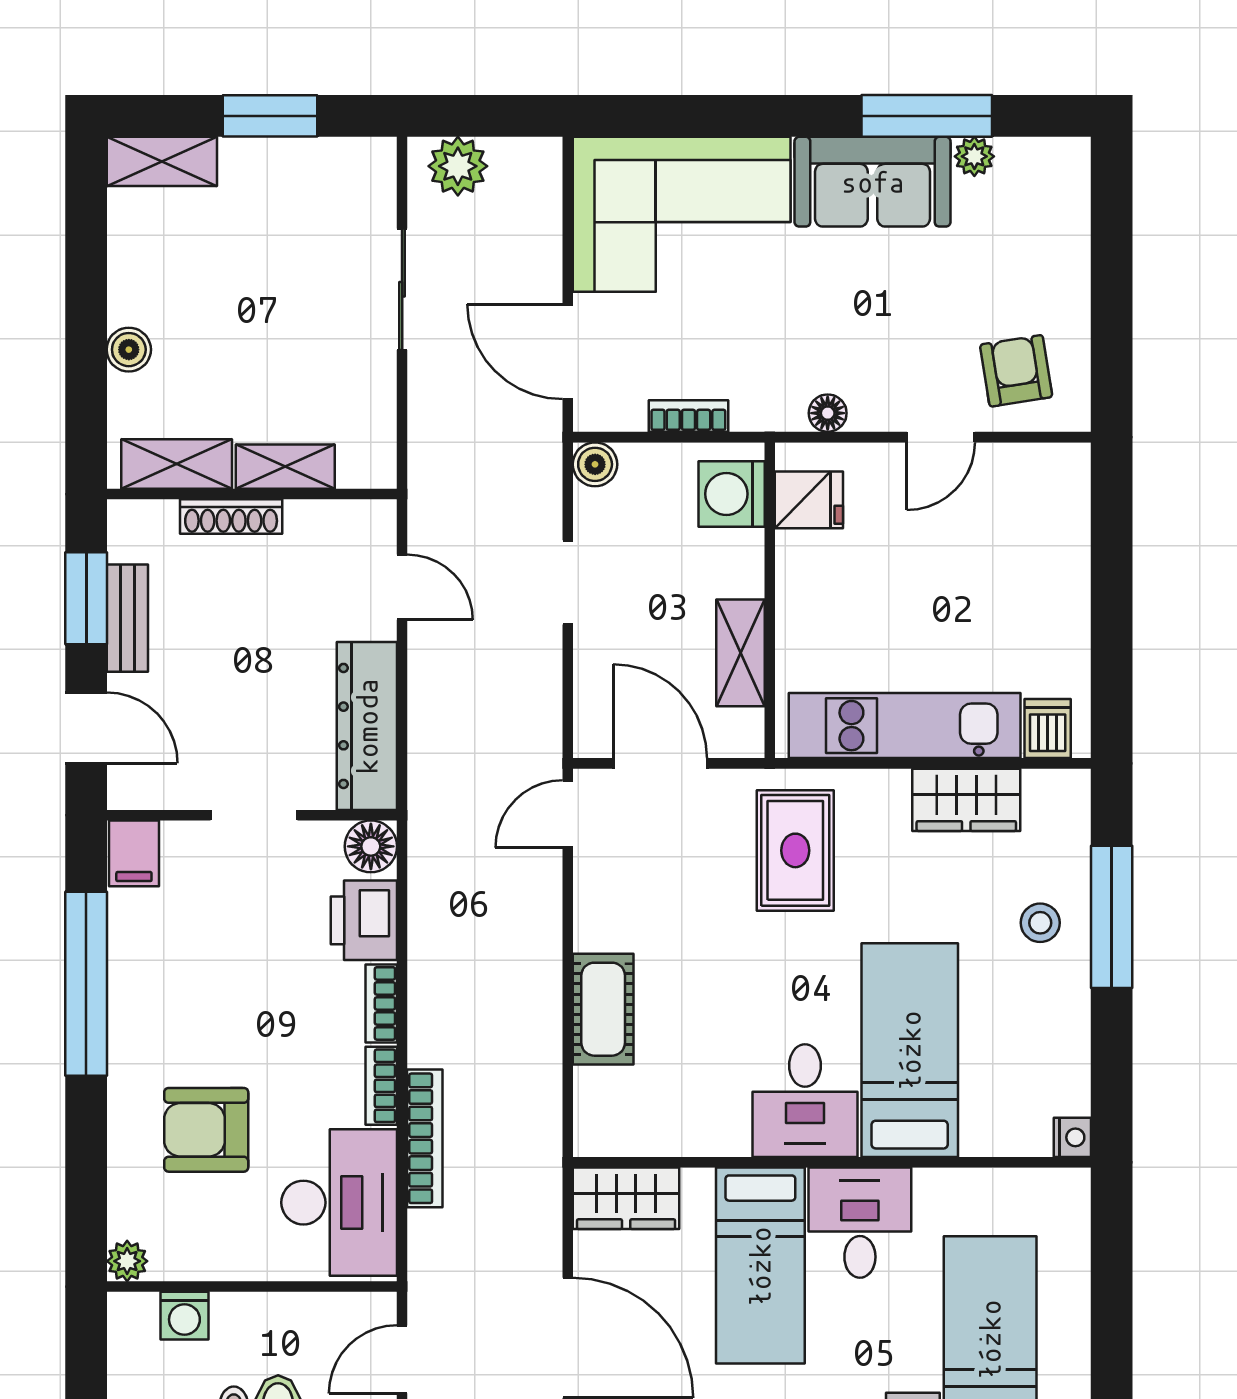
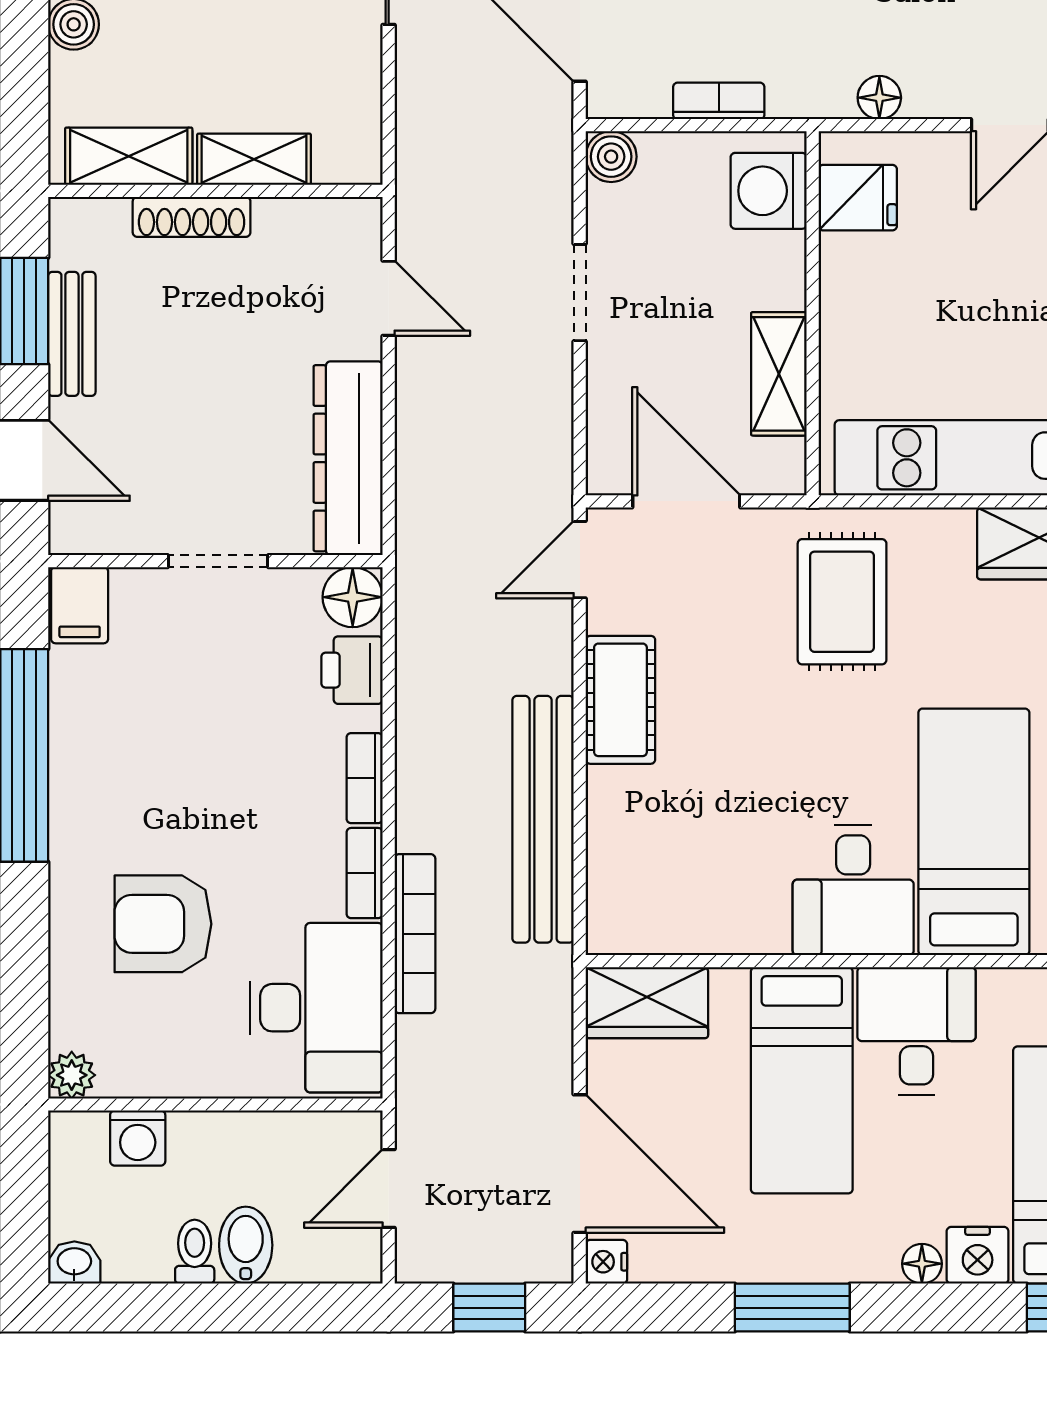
printer: (364, 920) -> (352, 670), width x0.73, depth x0.81
cot: (603, 1009) -> (620, 700), moved
bench: (536, 1039) -> (543, 819), added

